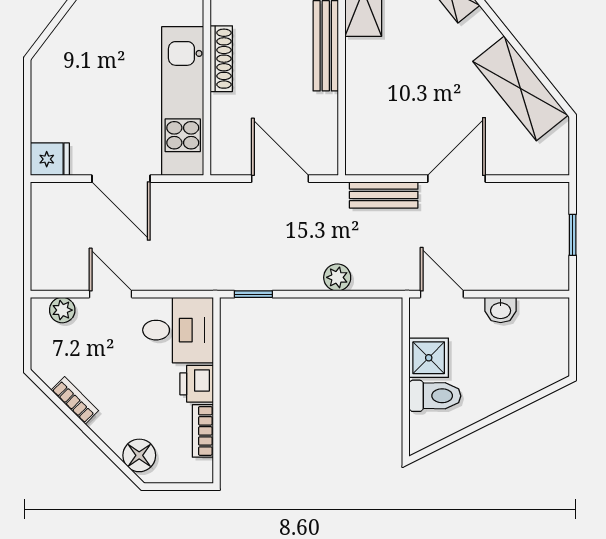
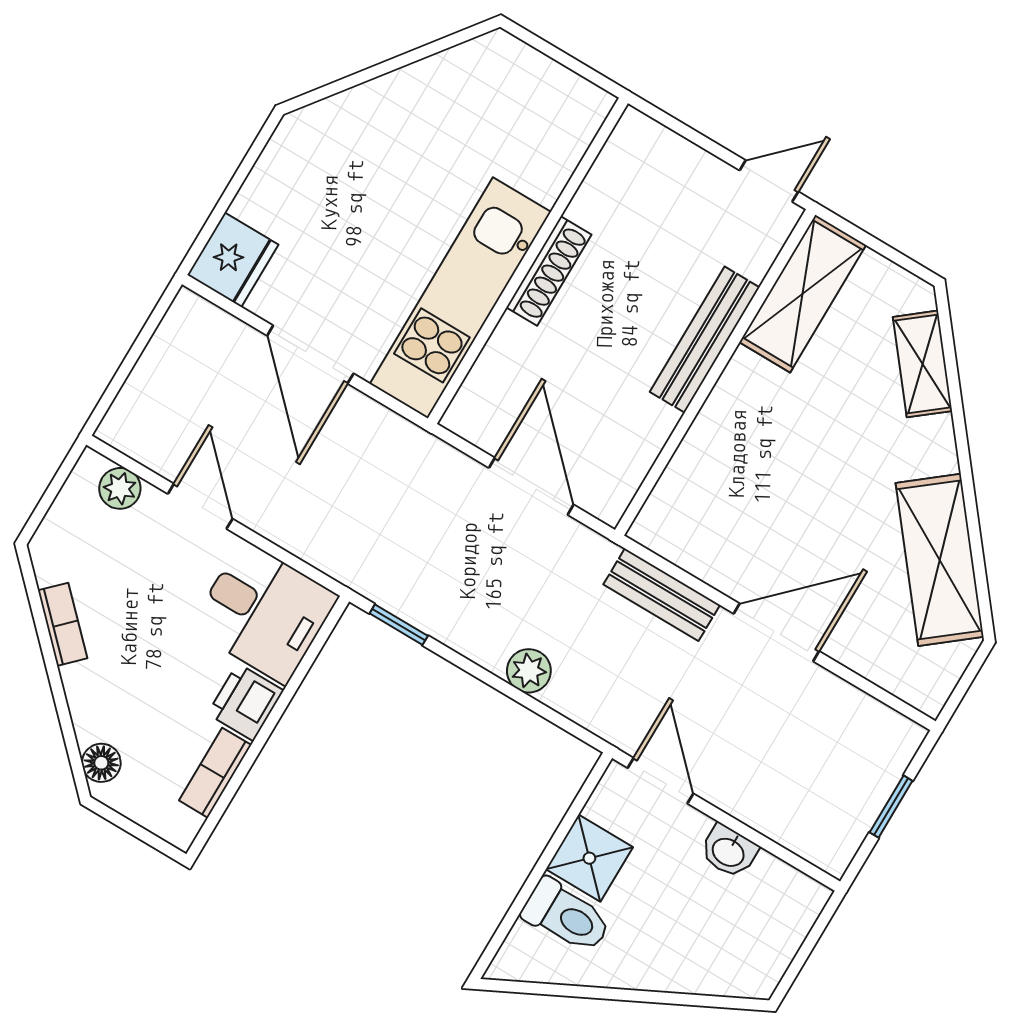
fridge: (50, 159) -> (233, 260), width x1.38
floor lamp: (139, 455) -> (101, 763), width x0.73, depth x0.73

